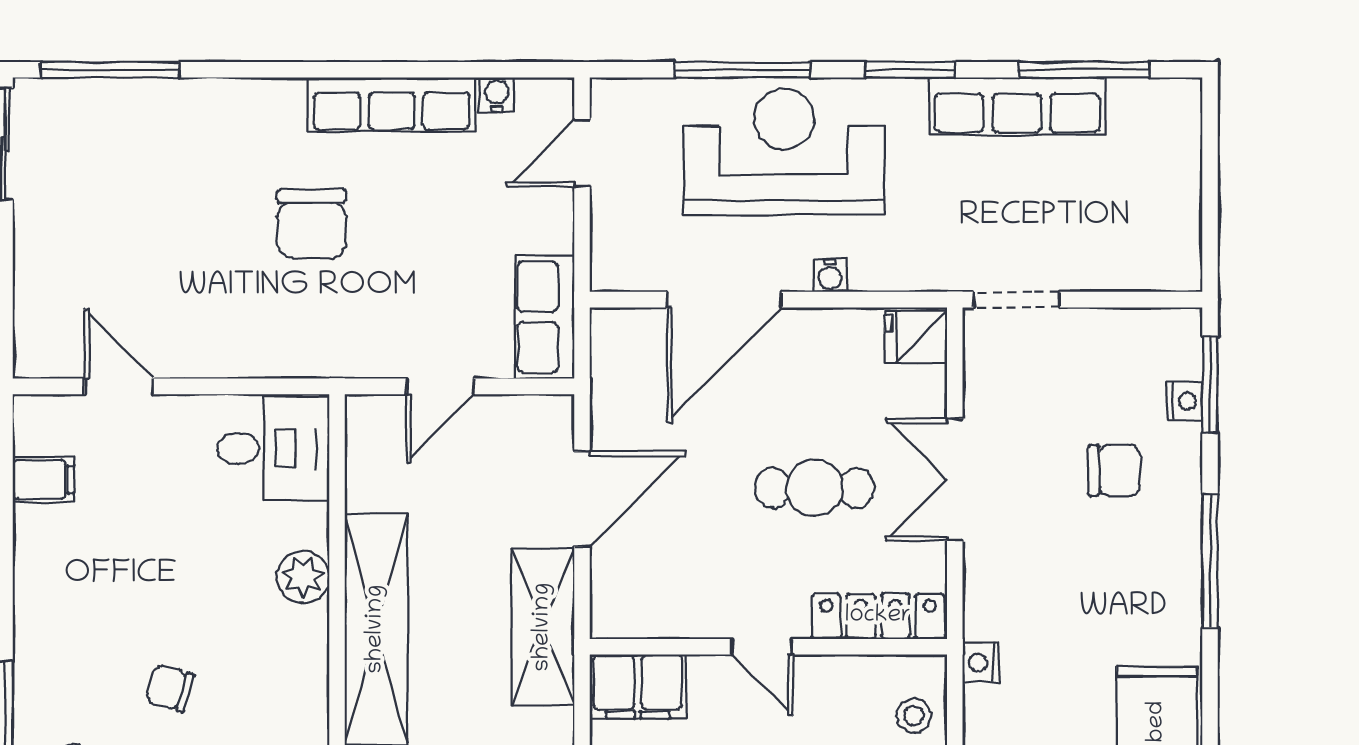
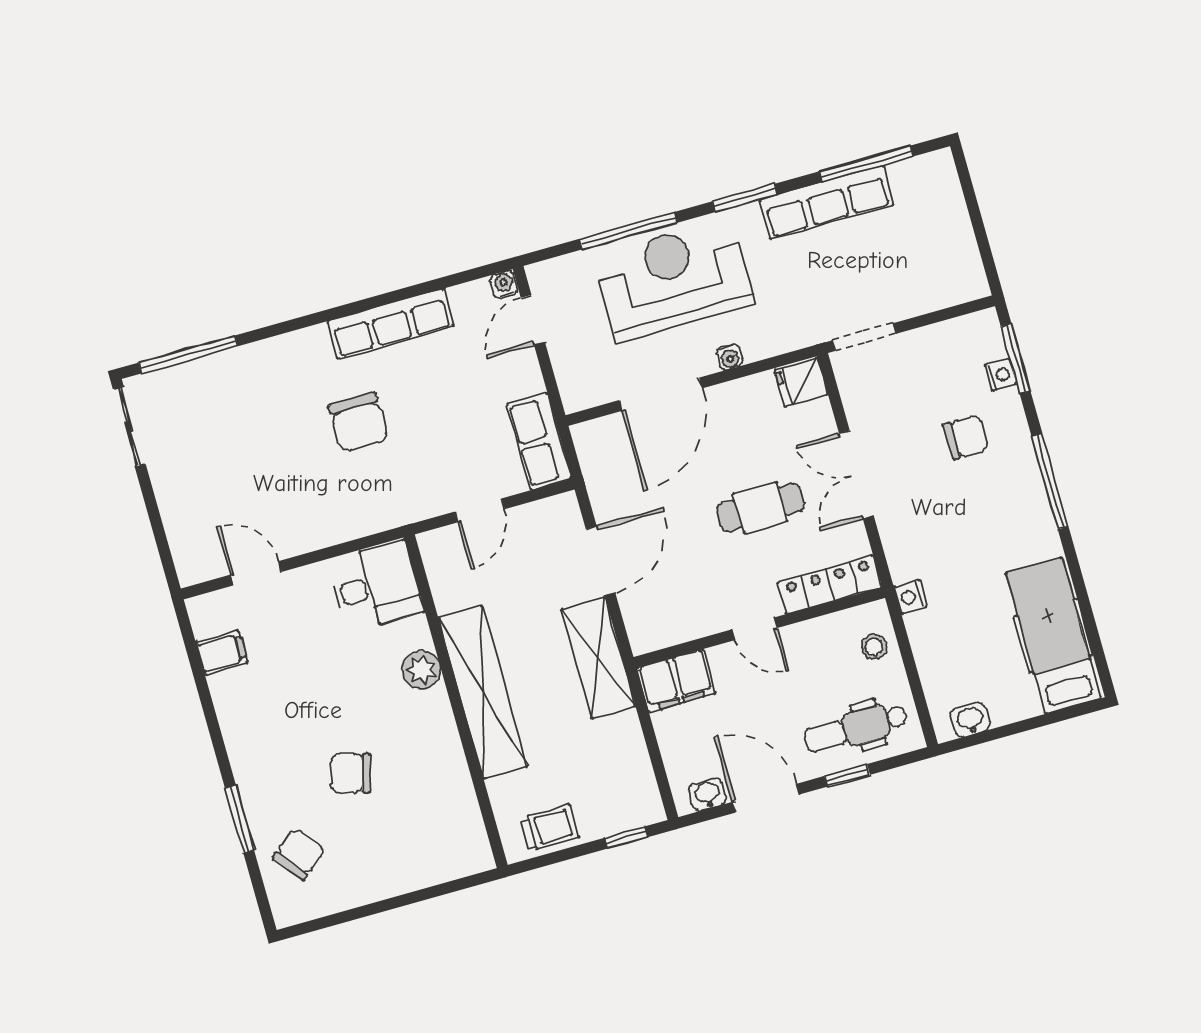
water cooler: (497, 95) -> (504, 284), moved
chair: (170, 688) -> (351, 773), width x1.37, depth x1.37

